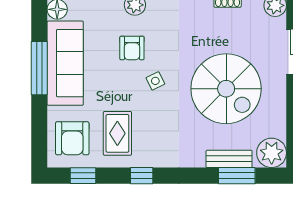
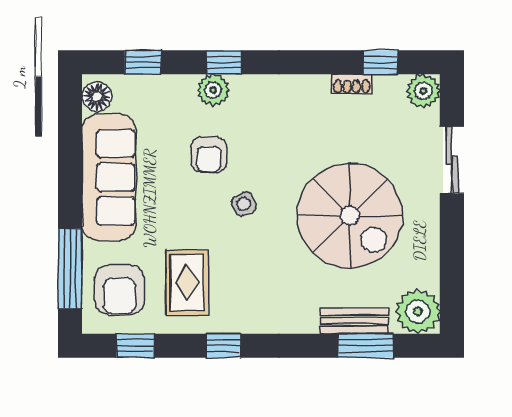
window: (39, 68) -> (70, 269), moved

